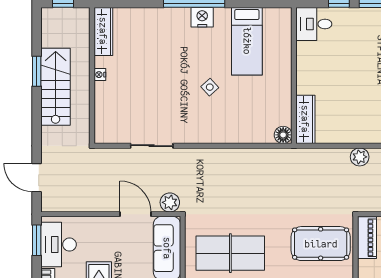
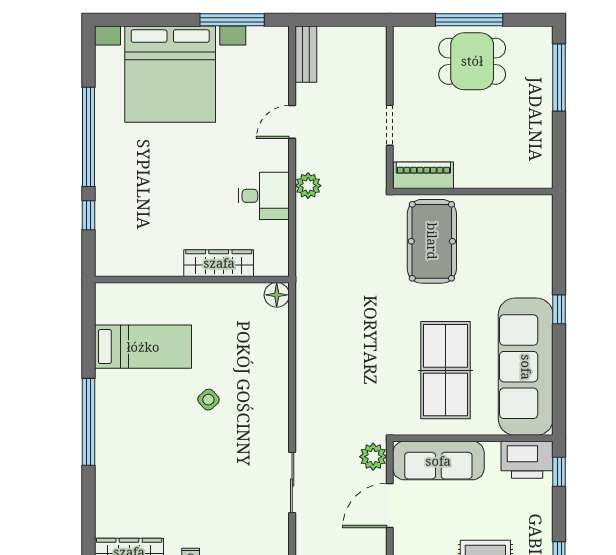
nightstand: (202, 17) -> (109, 410), removed
desk: (314, 24) -> (264, 196), moved, turned -90
wardrobe: (305, 119) -> (219, 263), moved

